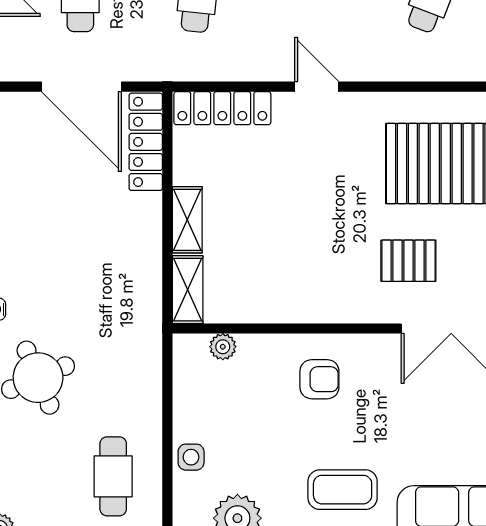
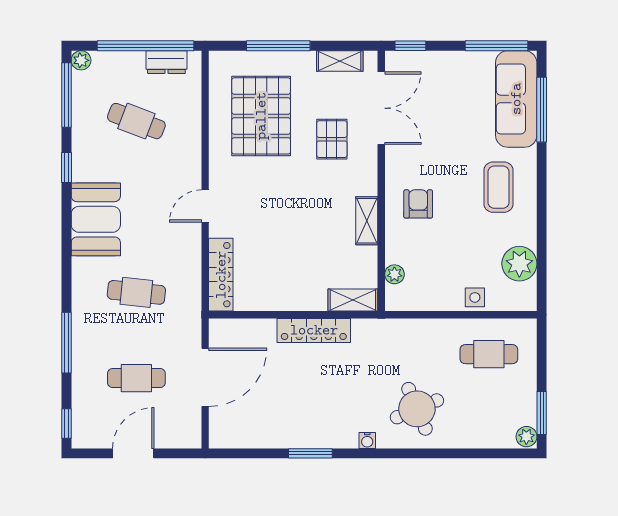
locker: (146, 142) -> (314, 330), moved
shelving: (187, 220) -> (367, 221), moved, turned 90

